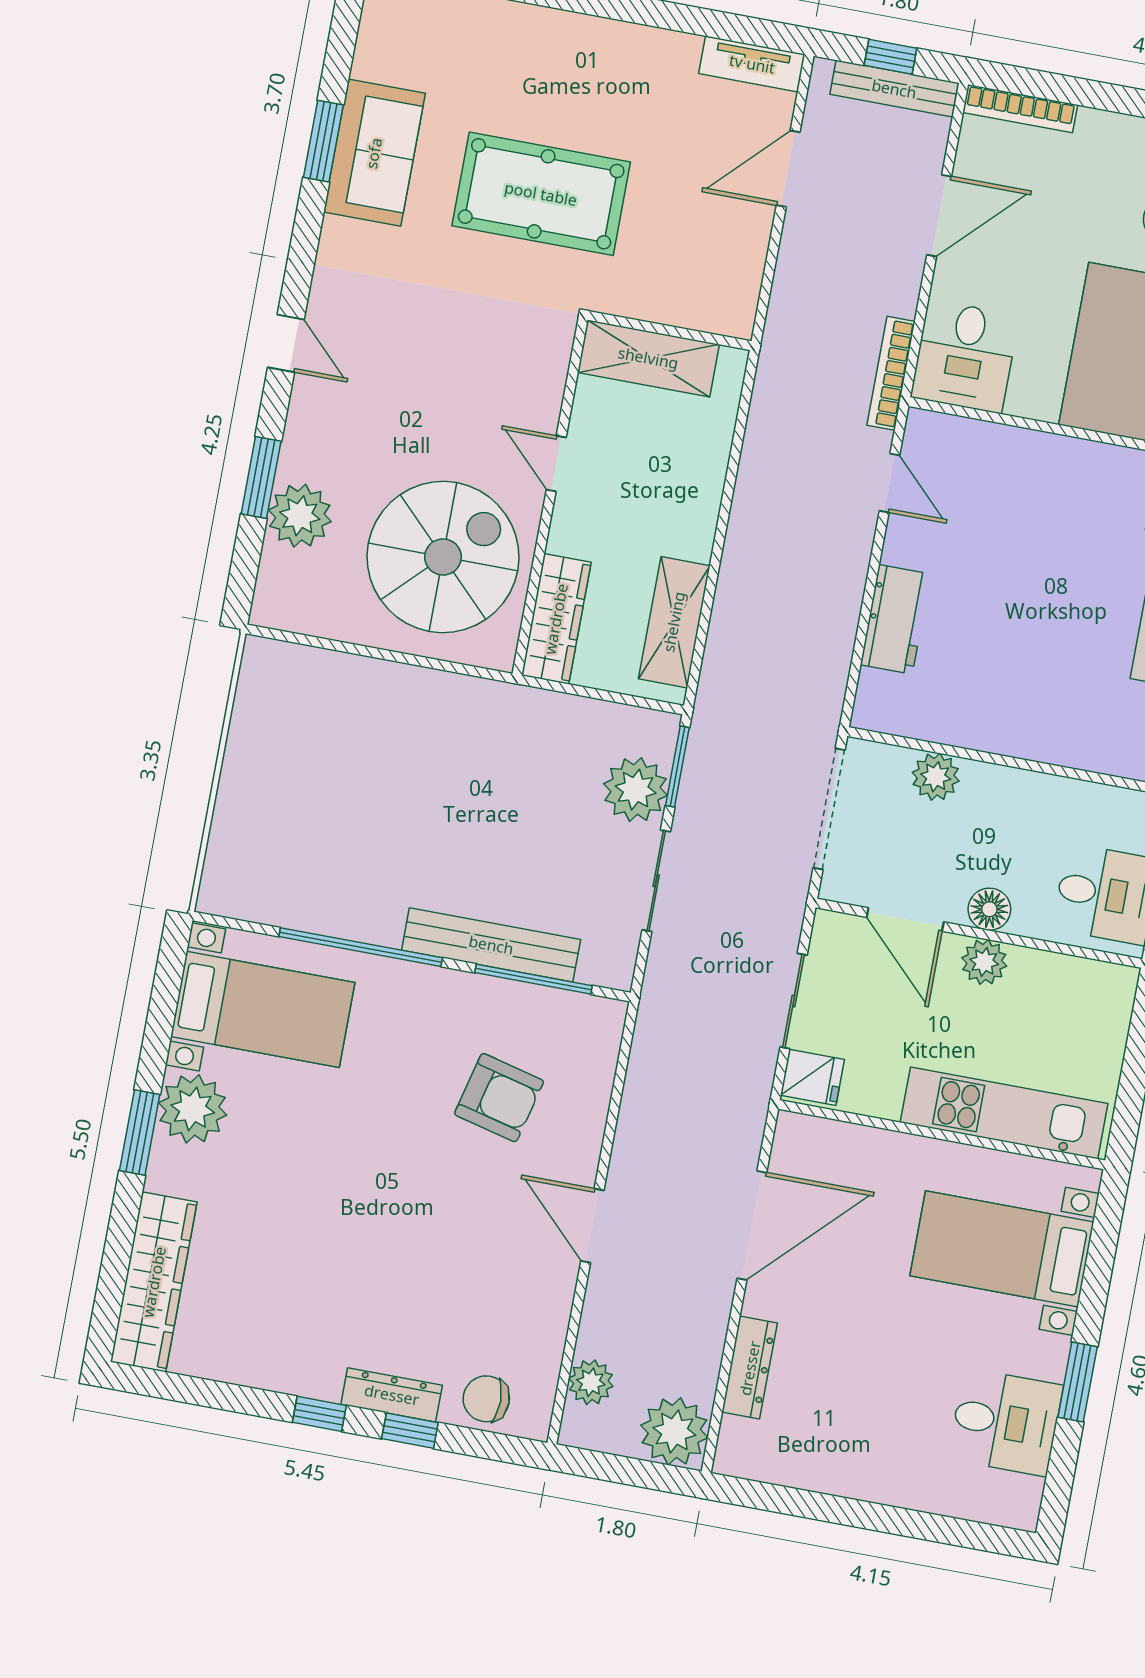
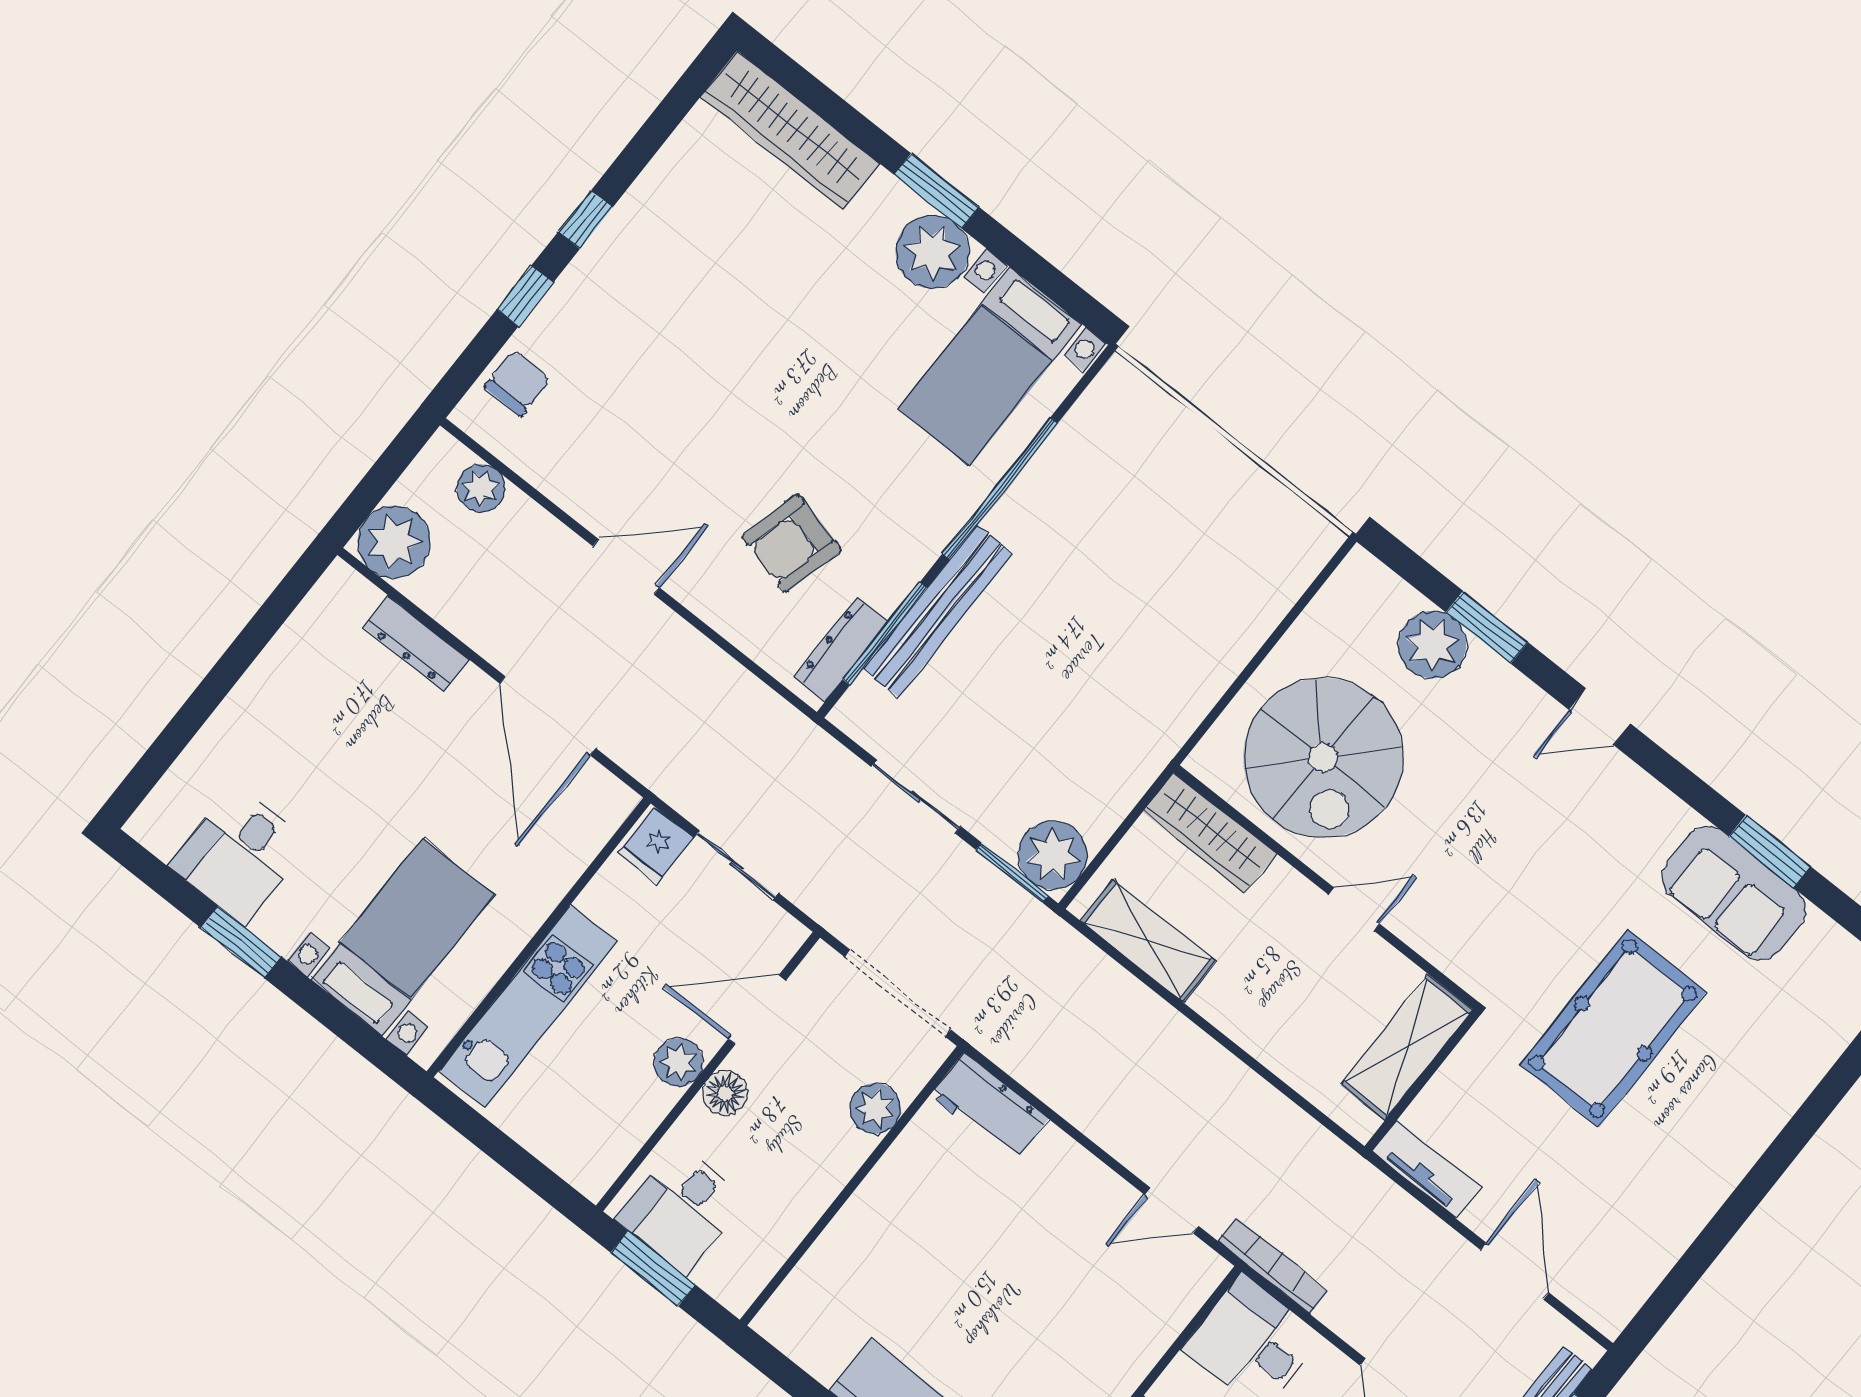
tv unit: (752, 64) -> (1426, 1169), moved, turned 90
workbench: (896, 619) -> (989, 1107), moved
plant: (636, 790) -> (1053, 855), moved
dresser: (392, 1395) -> (841, 649), moved, turned 180

